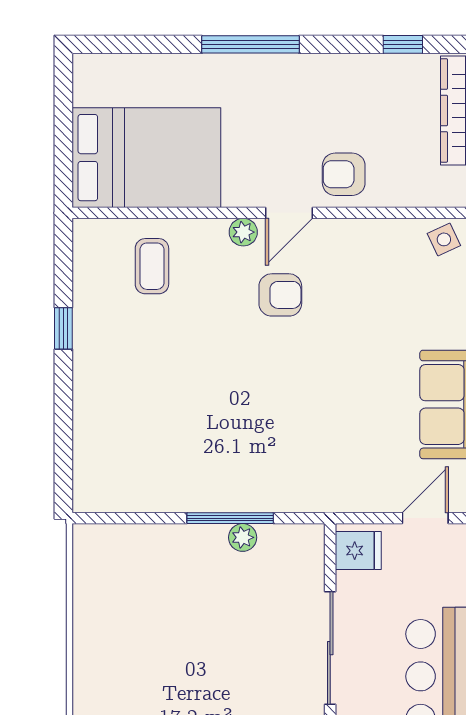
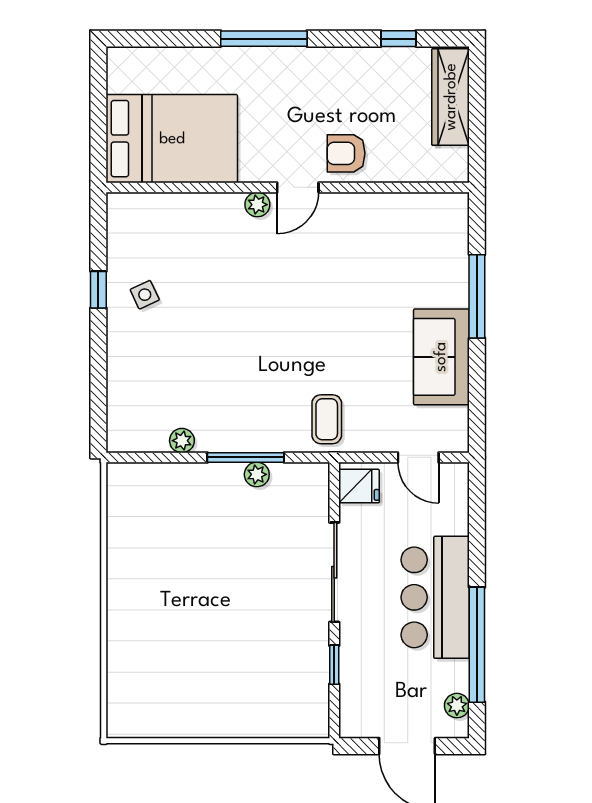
side table: (444, 239) -> (145, 295), moved
coffee table: (152, 266) -> (327, 419), moved
armchair: (280, 295) -> (290, 260), removed
plant: (158, 499) -> (182, 441), added
door: (425, 518) -> (418, 457), swing flipped

